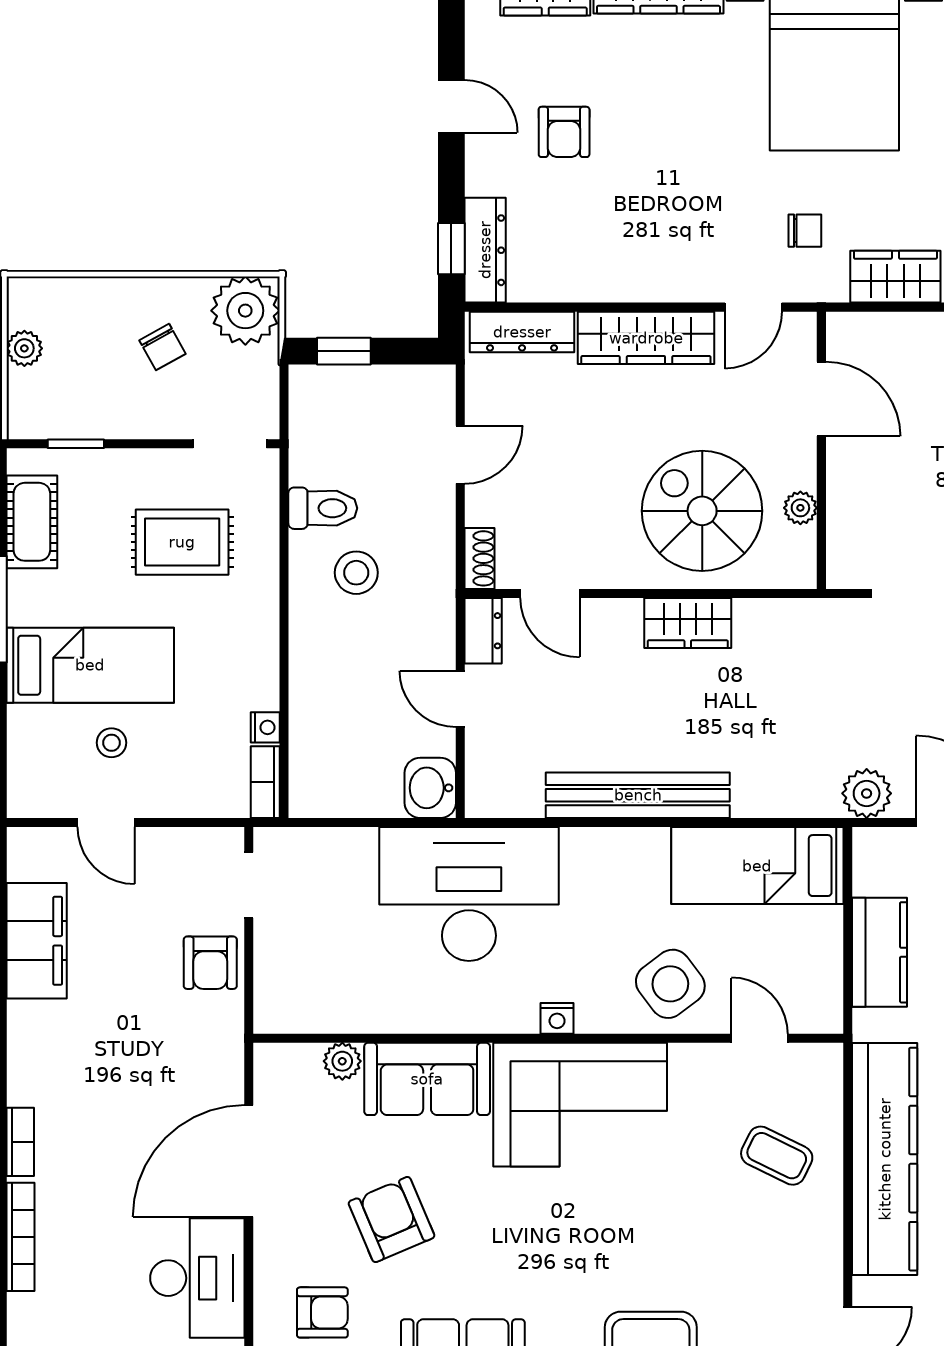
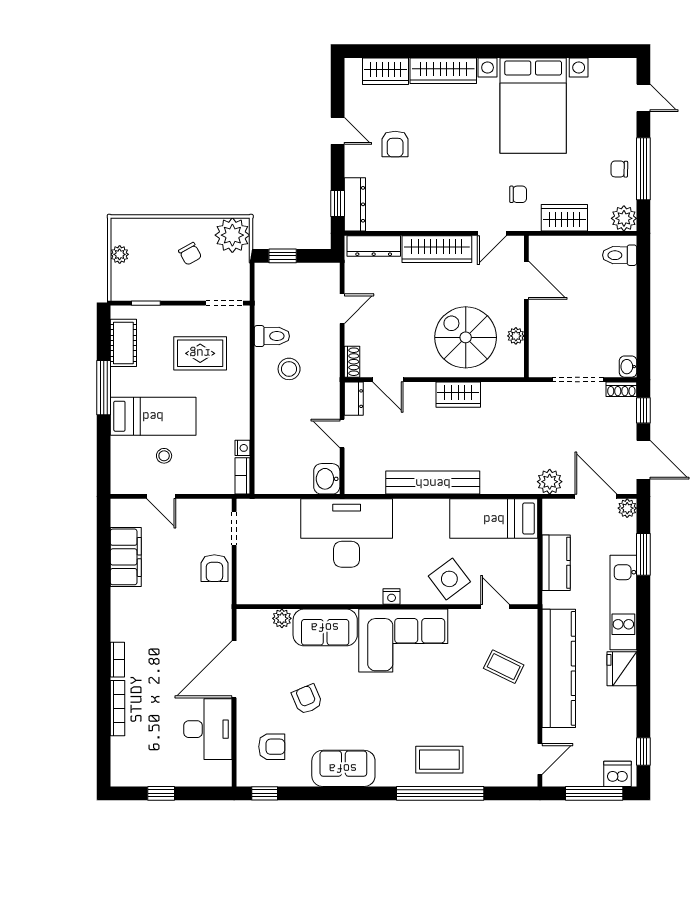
armchair: (391, 1220) -> (307, 699), width x0.72, depth x0.72

